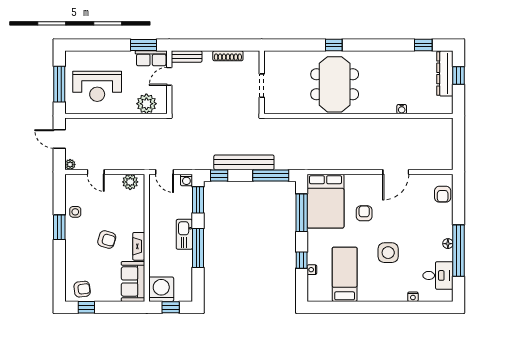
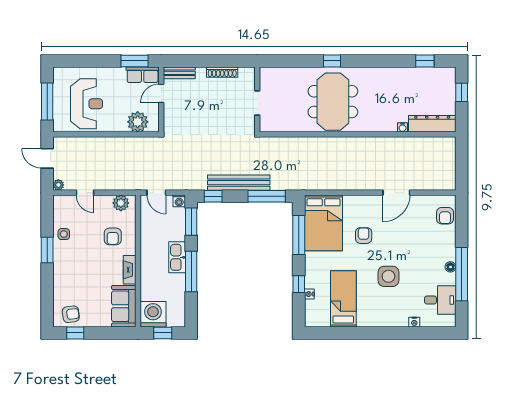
dresser: (445, 73) -> (432, 124), moved, turned 90
reception desk: (97, 86) -> (87, 104), turned -90
armchair: (107, 240) -> (113, 236), moved, turned 73

